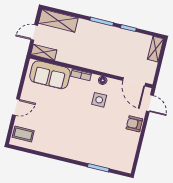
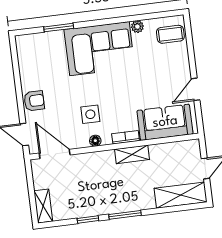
shelving: (44, 52) -> (132, 154), moved
door: (16, 107) -> (196, 89), moved
corner sofa: (76, 143) -> (99, 49), added
plant: (44, 148) -> (137, 27), added

